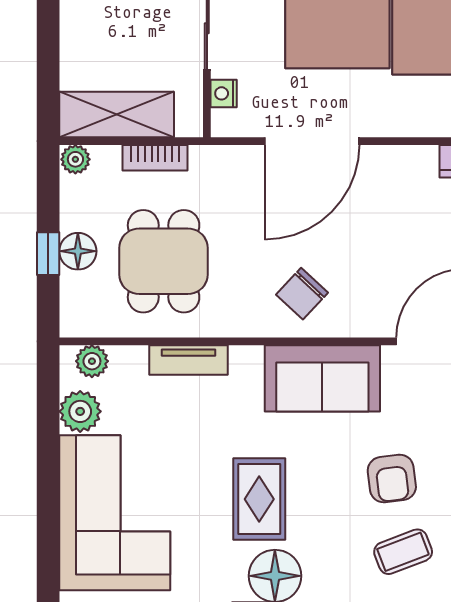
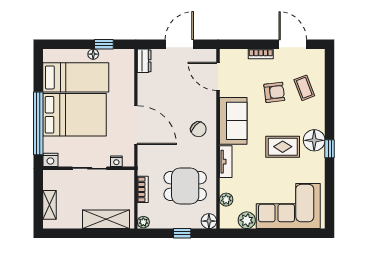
shelving: (117, 114) -> (106, 219), moved, turned 90
floor lamp: (78, 251) -> (209, 221), moved
tv unit: (189, 360) -> (226, 162), moved
plant: (92, 361) -> (226, 200), moved

